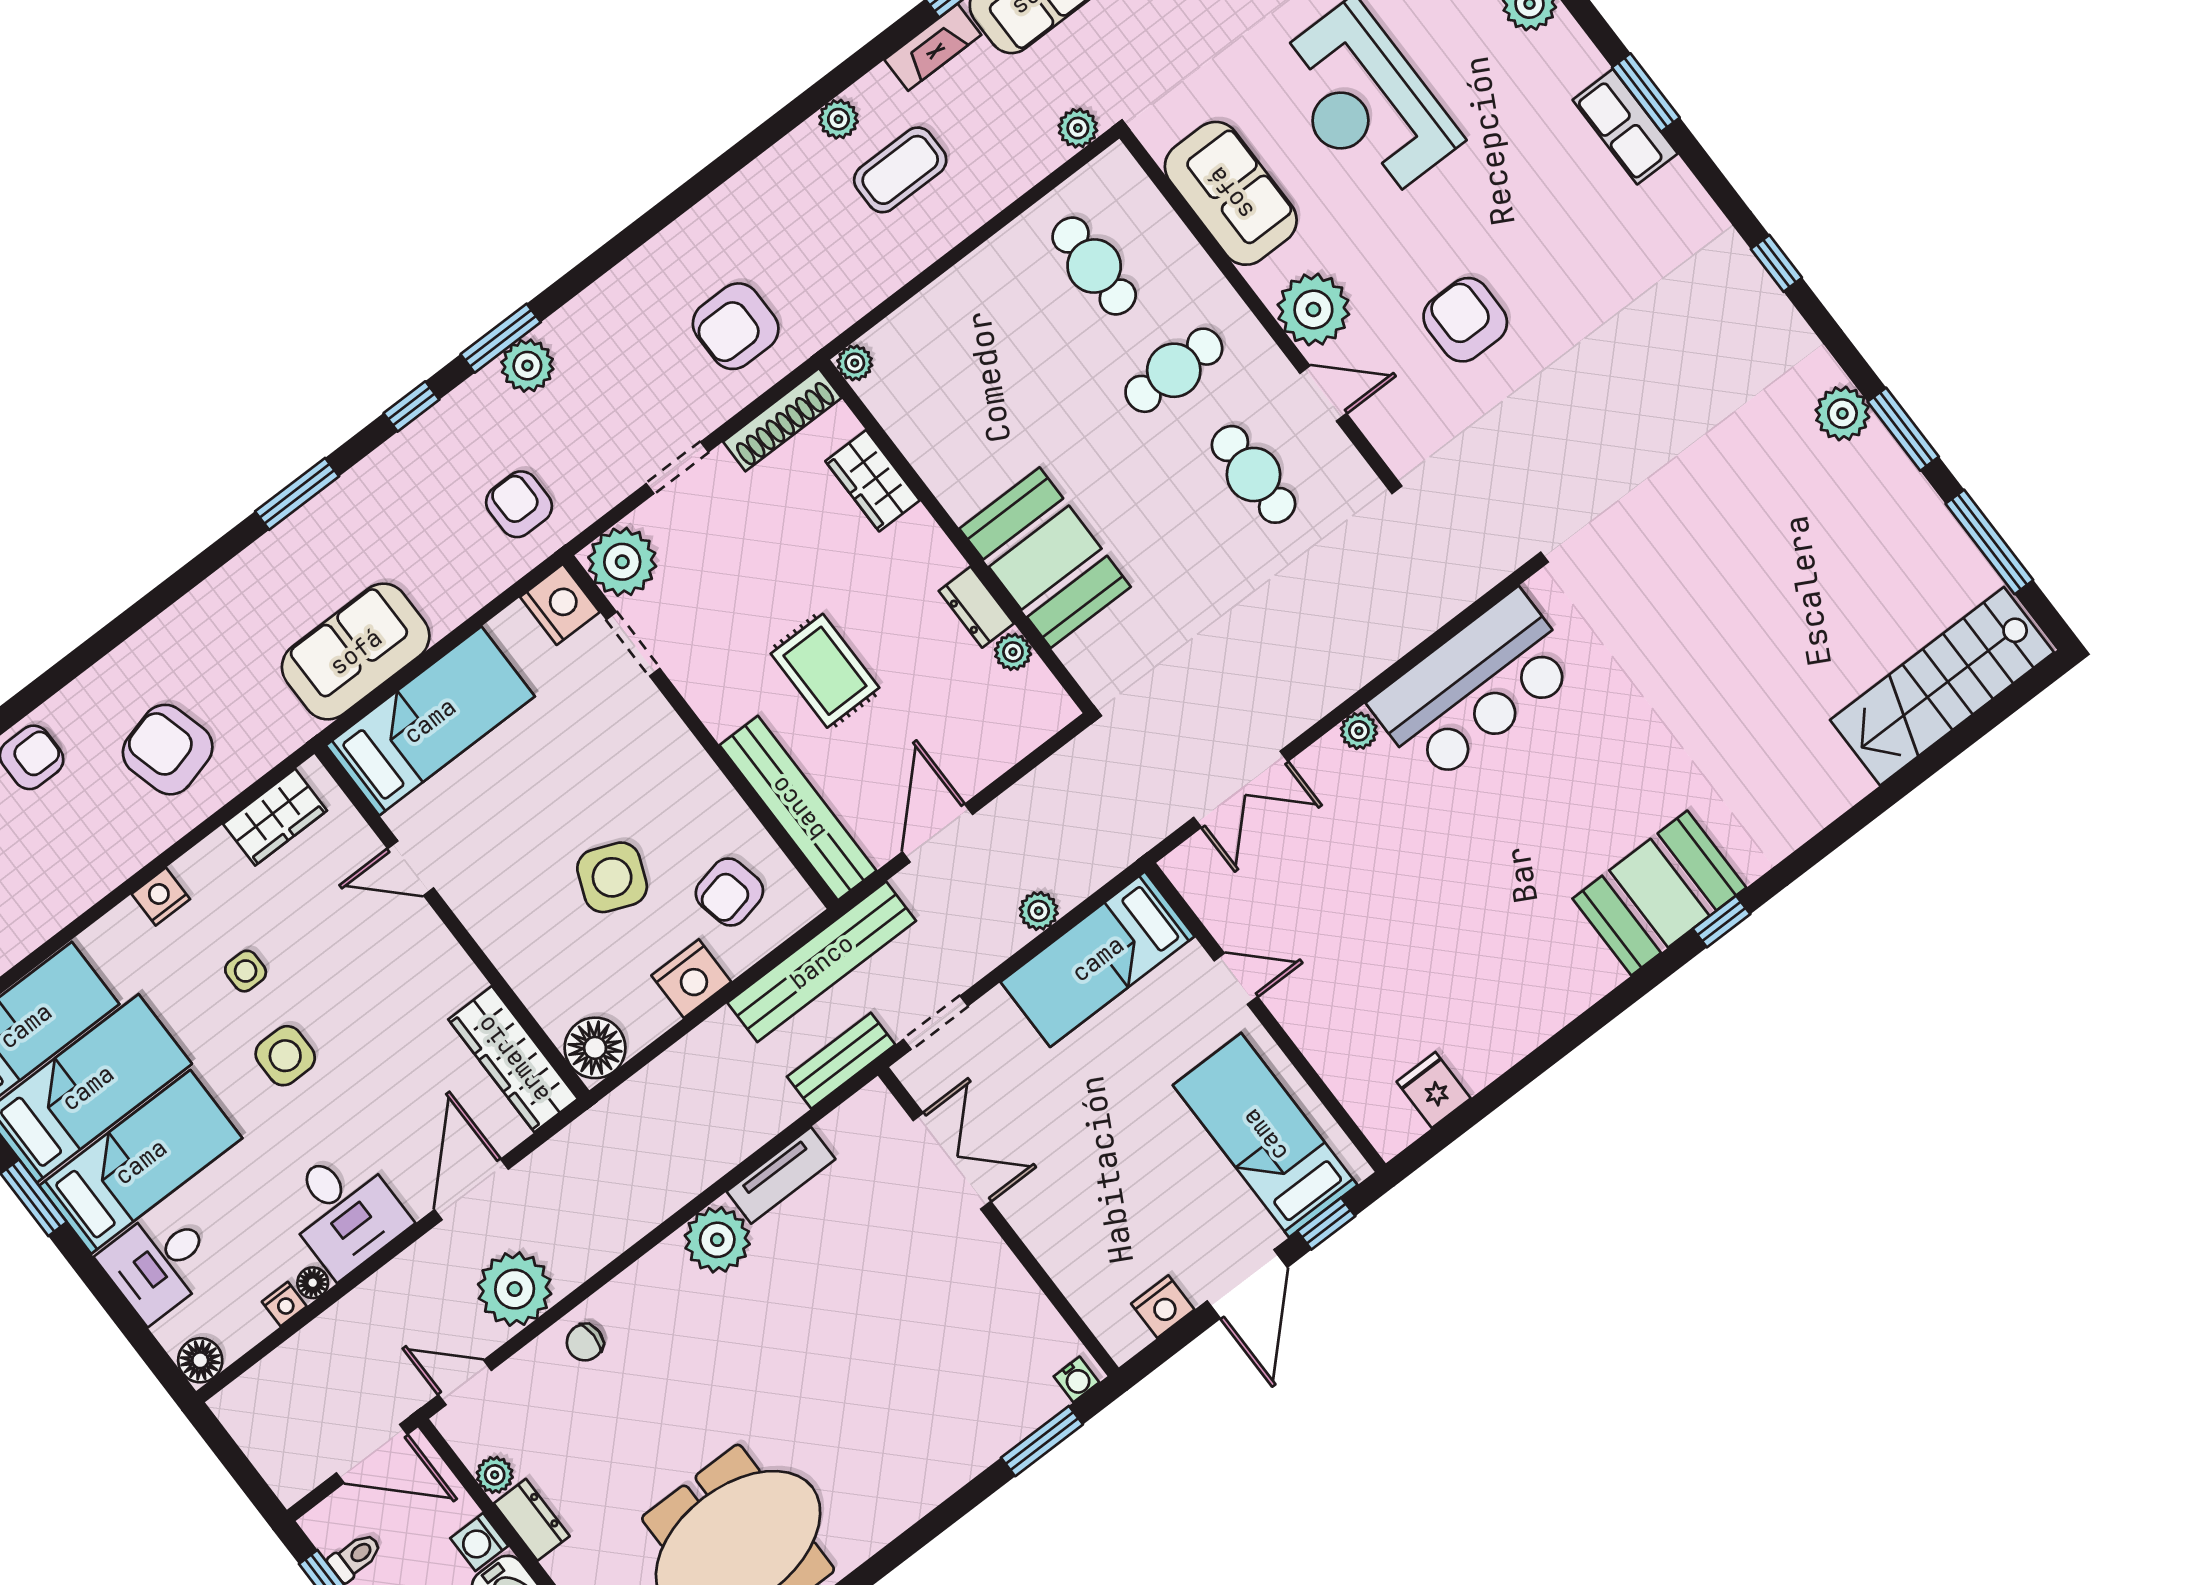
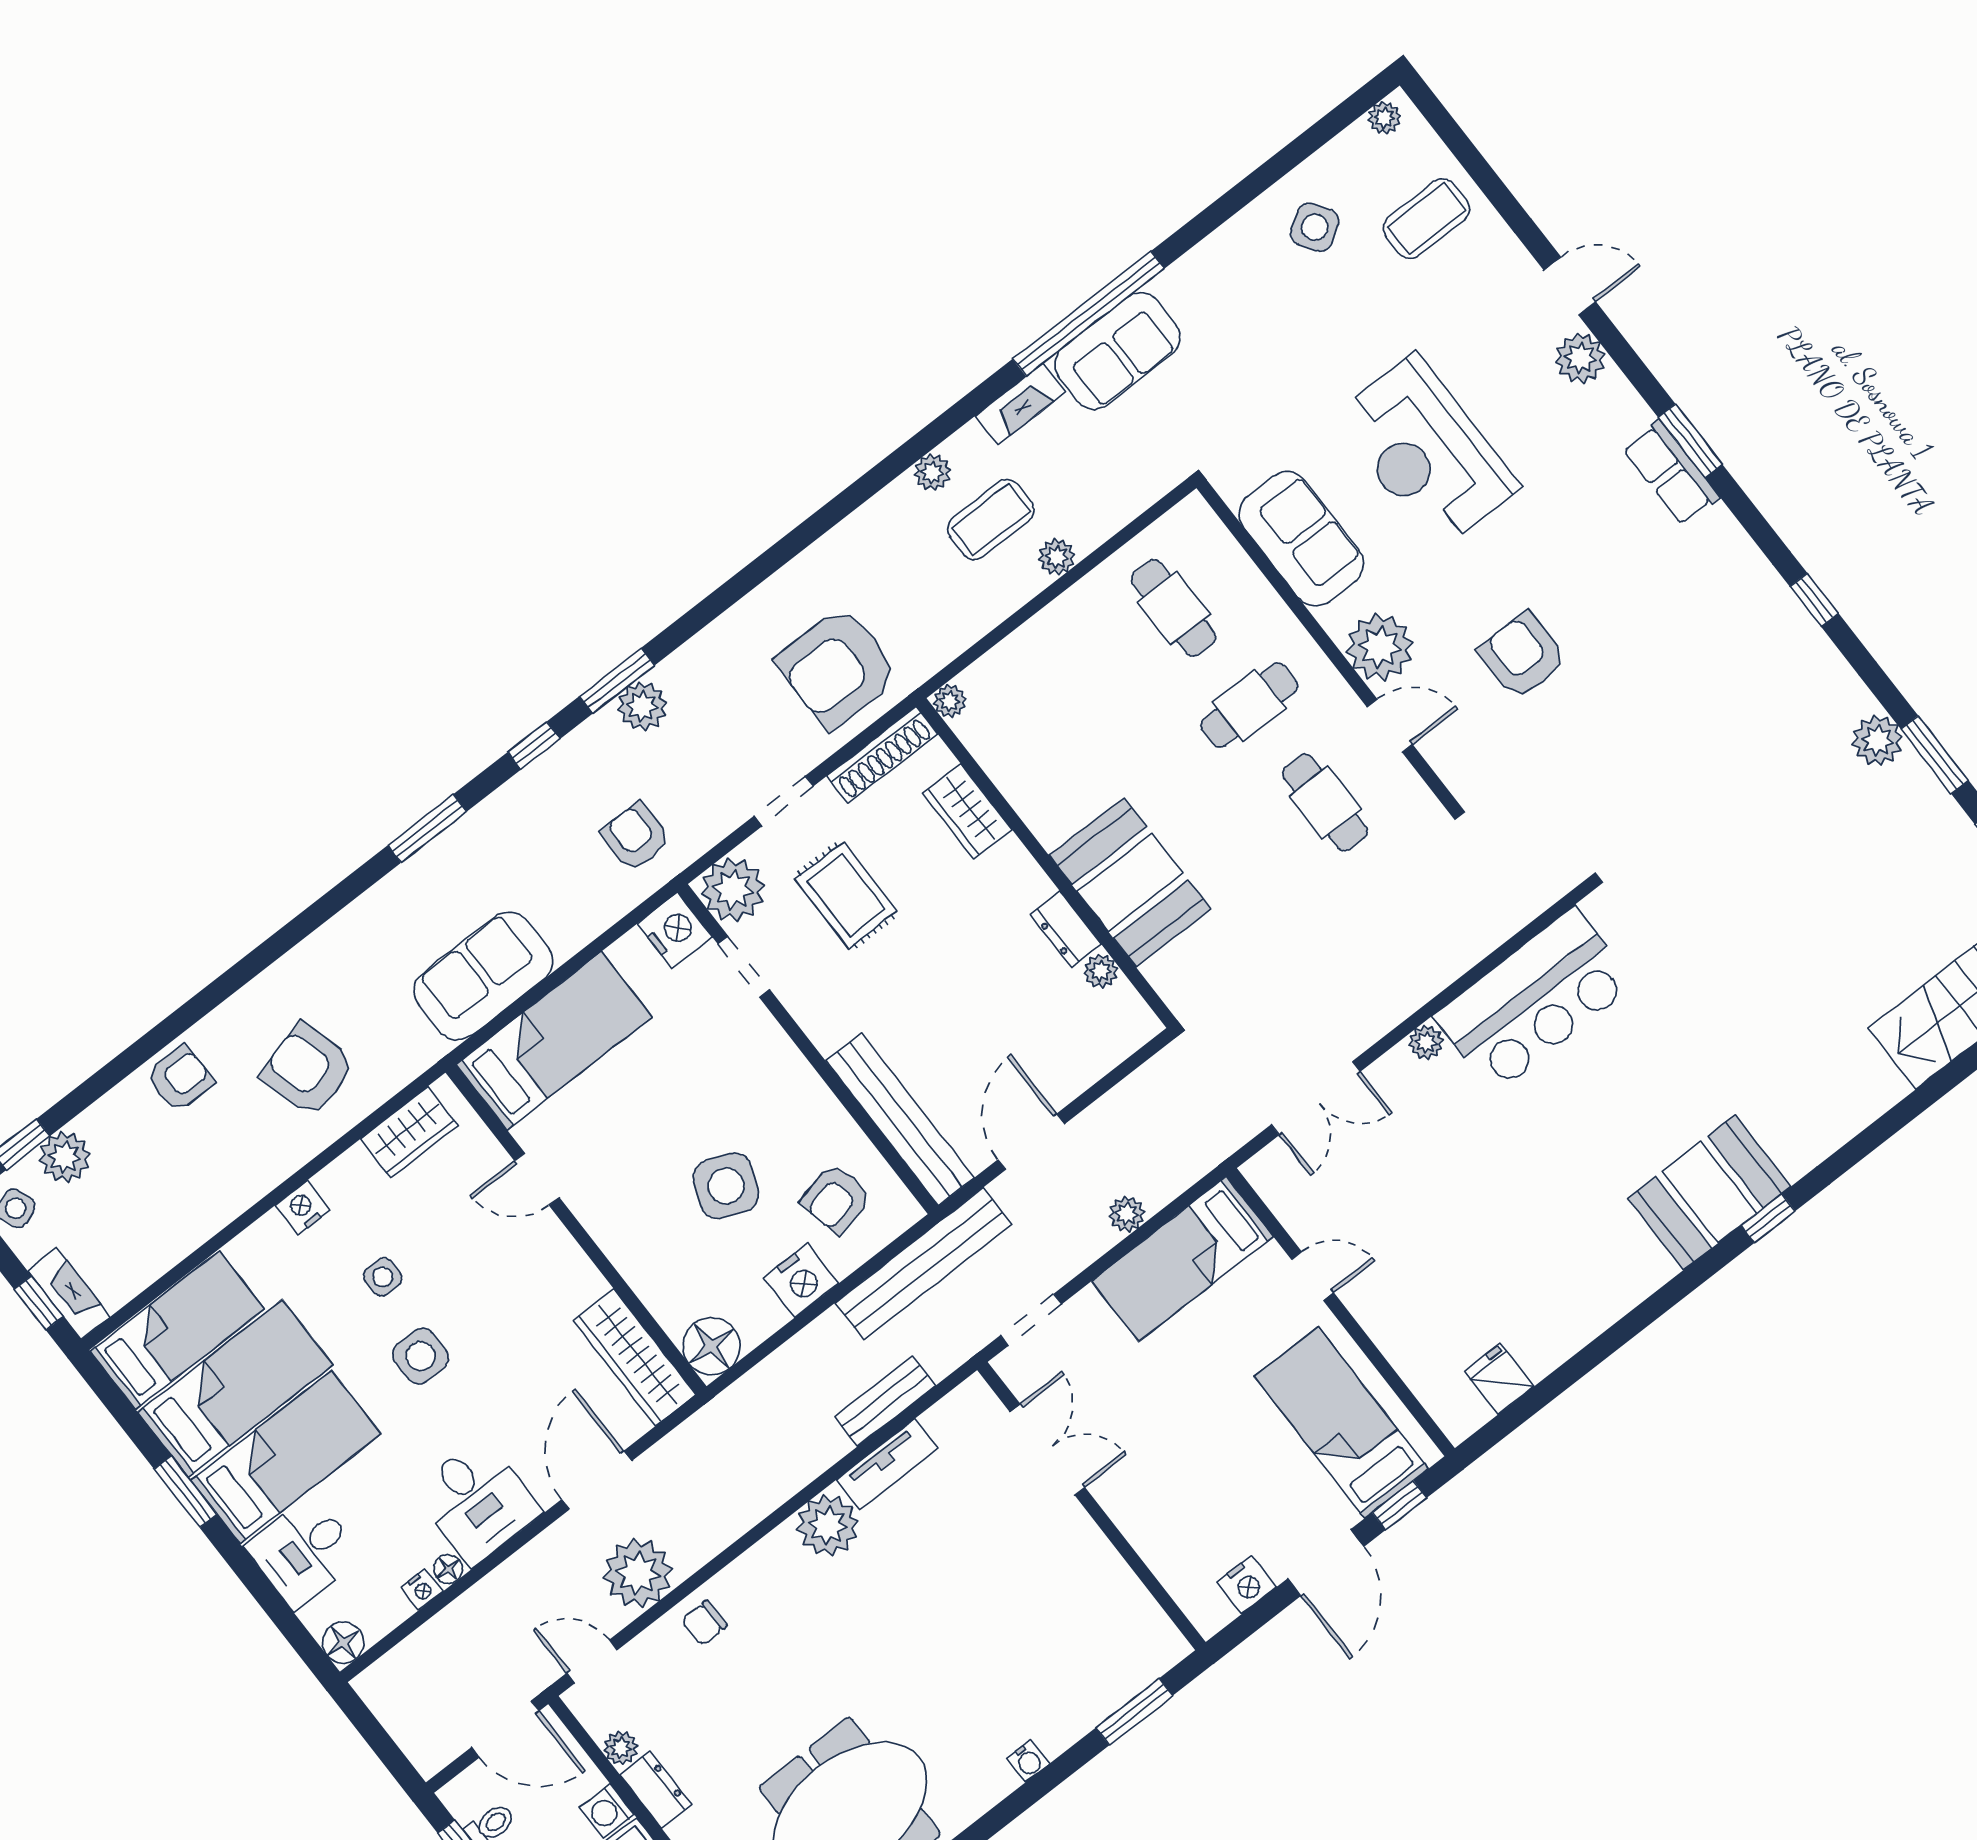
plant: (1078, 128) -> (1057, 557), moved
armchair: (736, 326) -> (838, 668), width x1.36, depth x1.36
rug: (825, 671) -> (846, 895), moved
bench: (841, 1061) -> (885, 1401), moved
water cooler: (1076, 1379) -> (1028, 1761), moved

